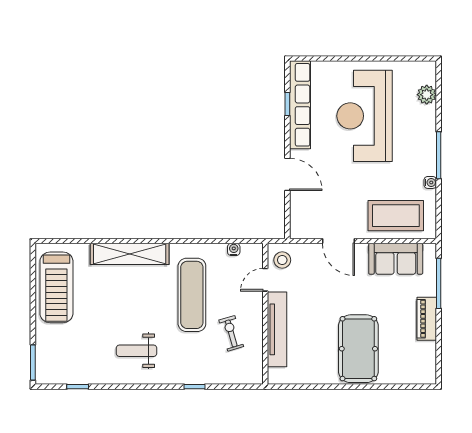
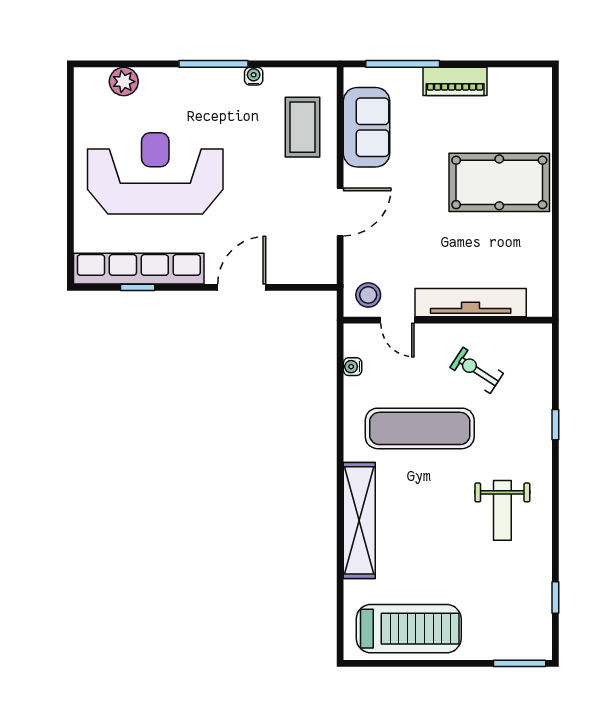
reception desk: (365, 116) -> (155, 173), turned 180
coffee table: (396, 216) -> (303, 127), width x0.73, depth x0.76
exercise bike: (231, 333) -> (477, 370), turned 49

